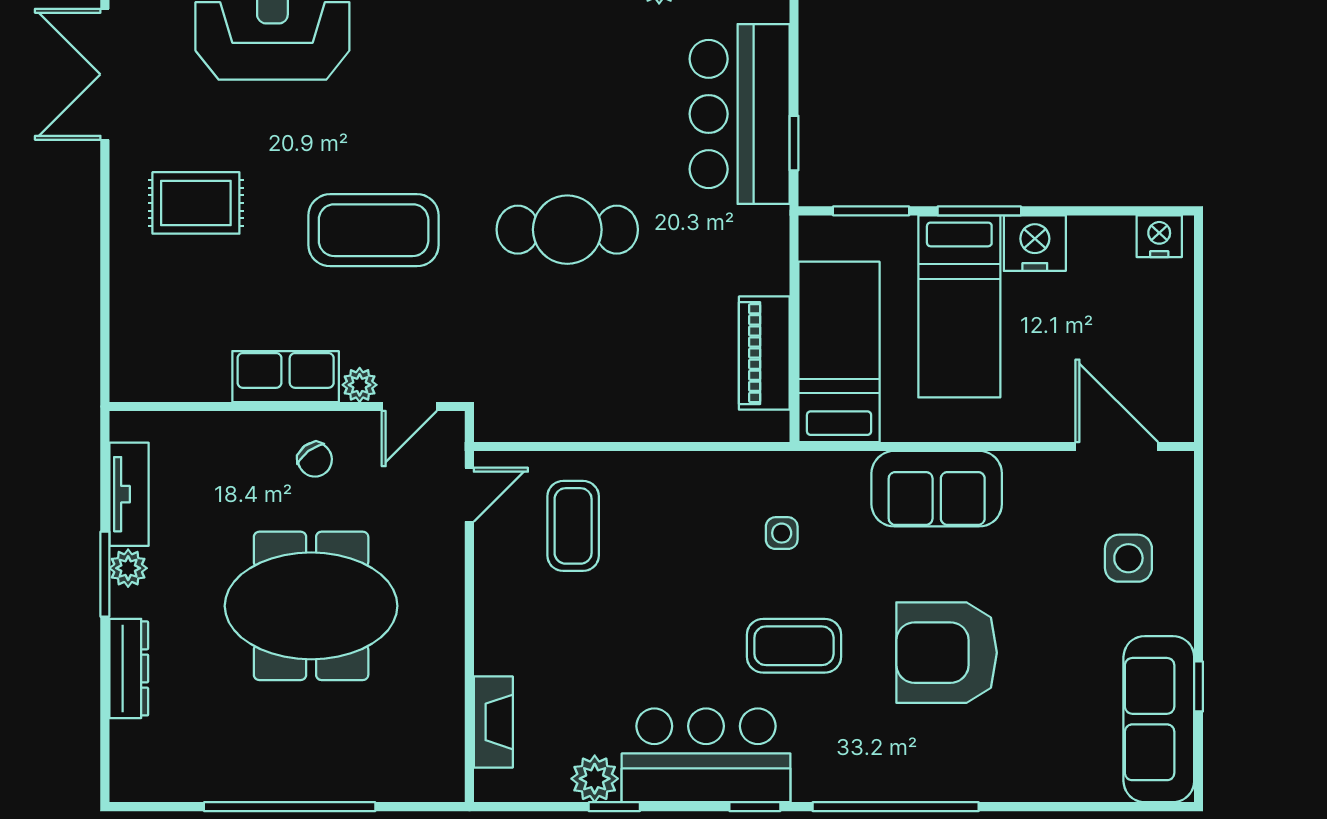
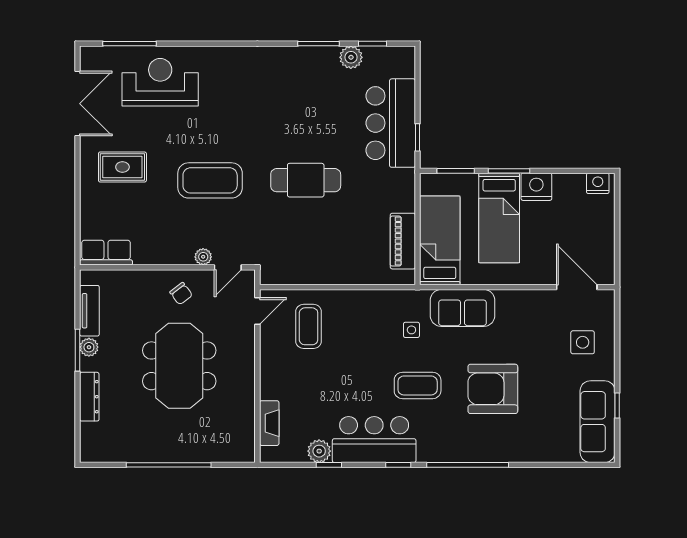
double door: (105, 74) -> (78, 104), swing flipped
row of seats: (286, 377) -> (106, 253), moved
sofa: (937, 489) -> (463, 308), moved
meeting table: (311, 606) -> (179, 366), turned 90

